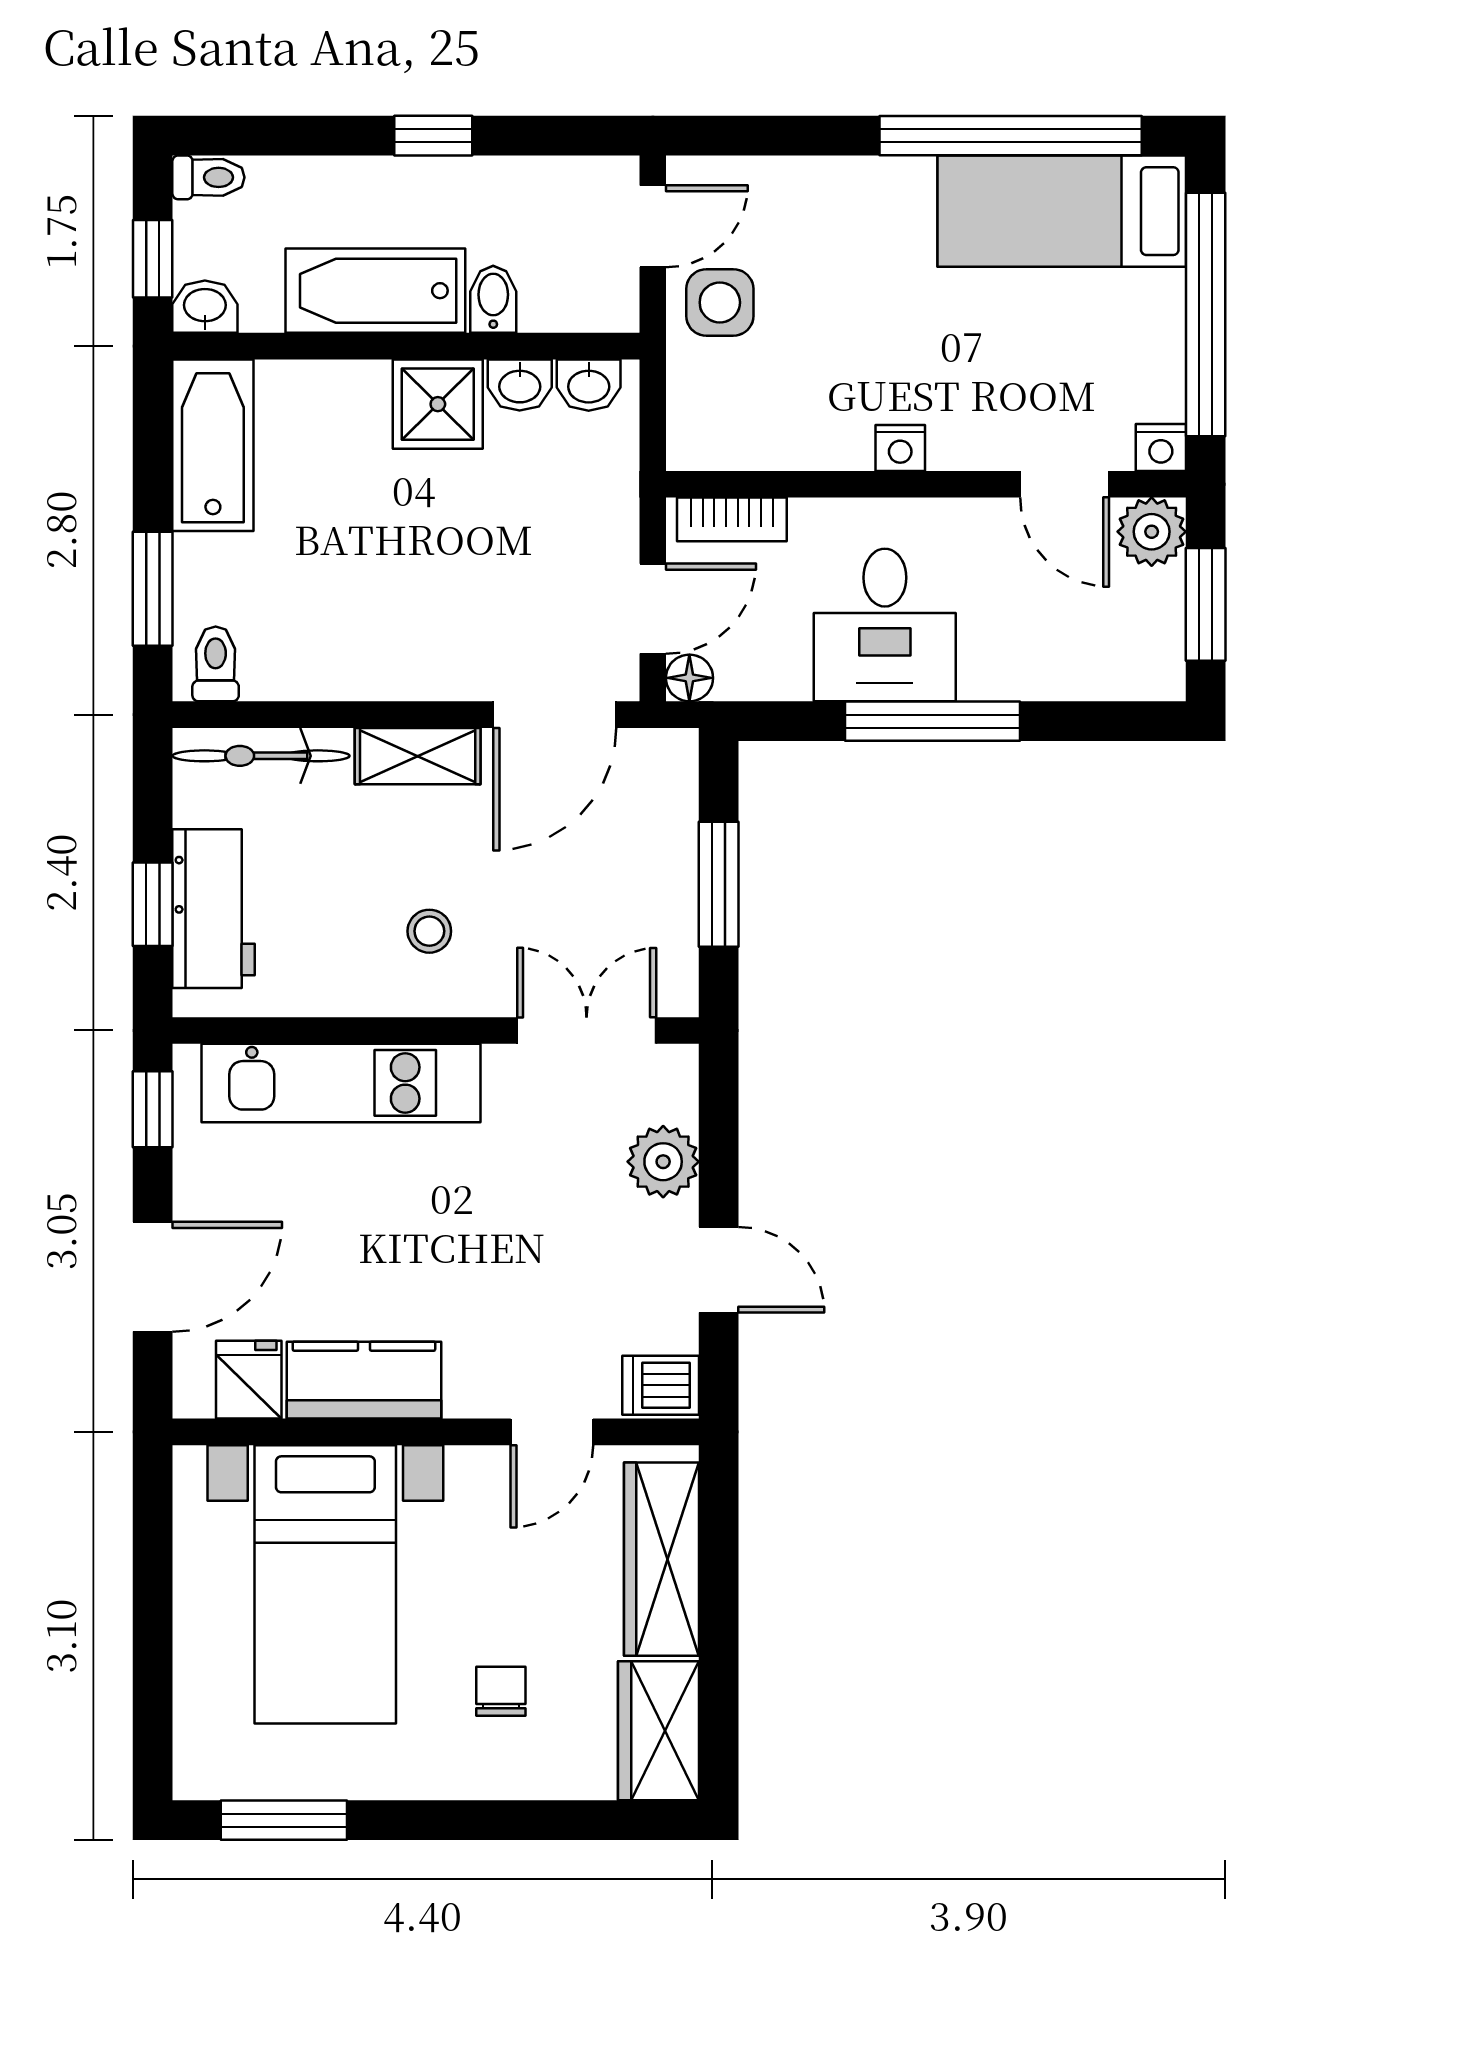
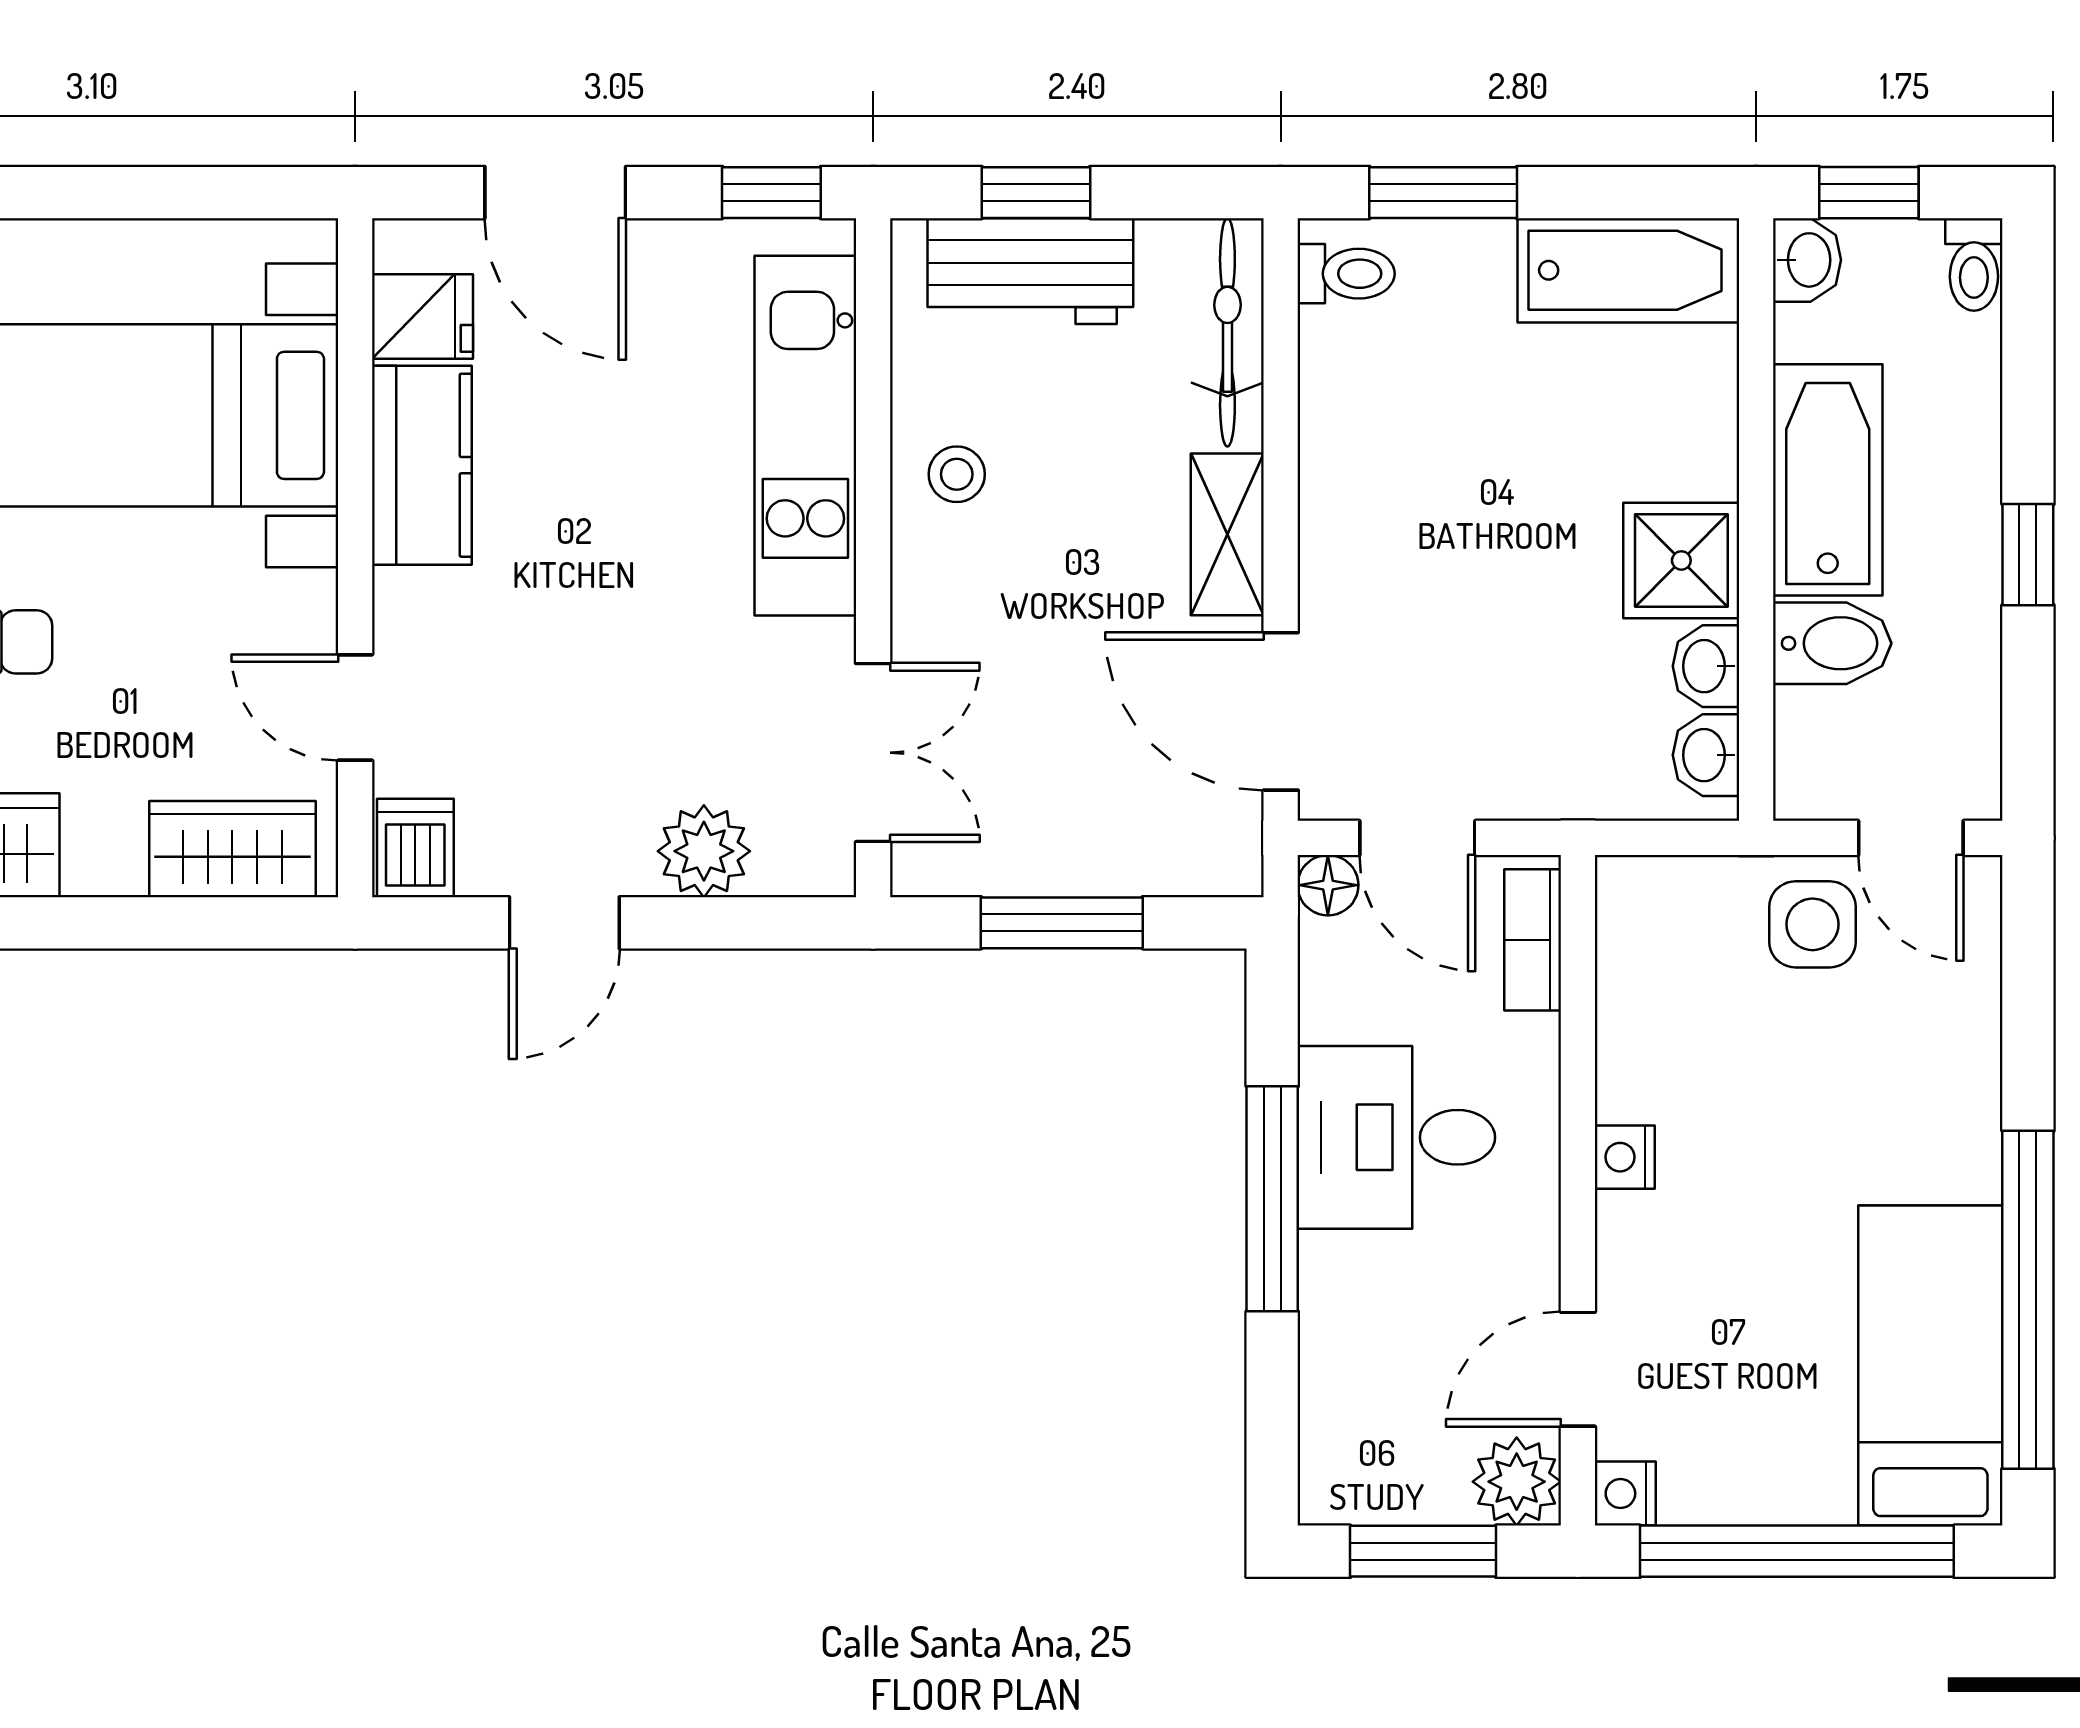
bidet: (493, 299) -> (1832, 643), width x1.38, depth x1.36
stool: (429, 931) -> (957, 474), moved
wardrobe: (662, 1559) -> (232, 849), width x0.67

